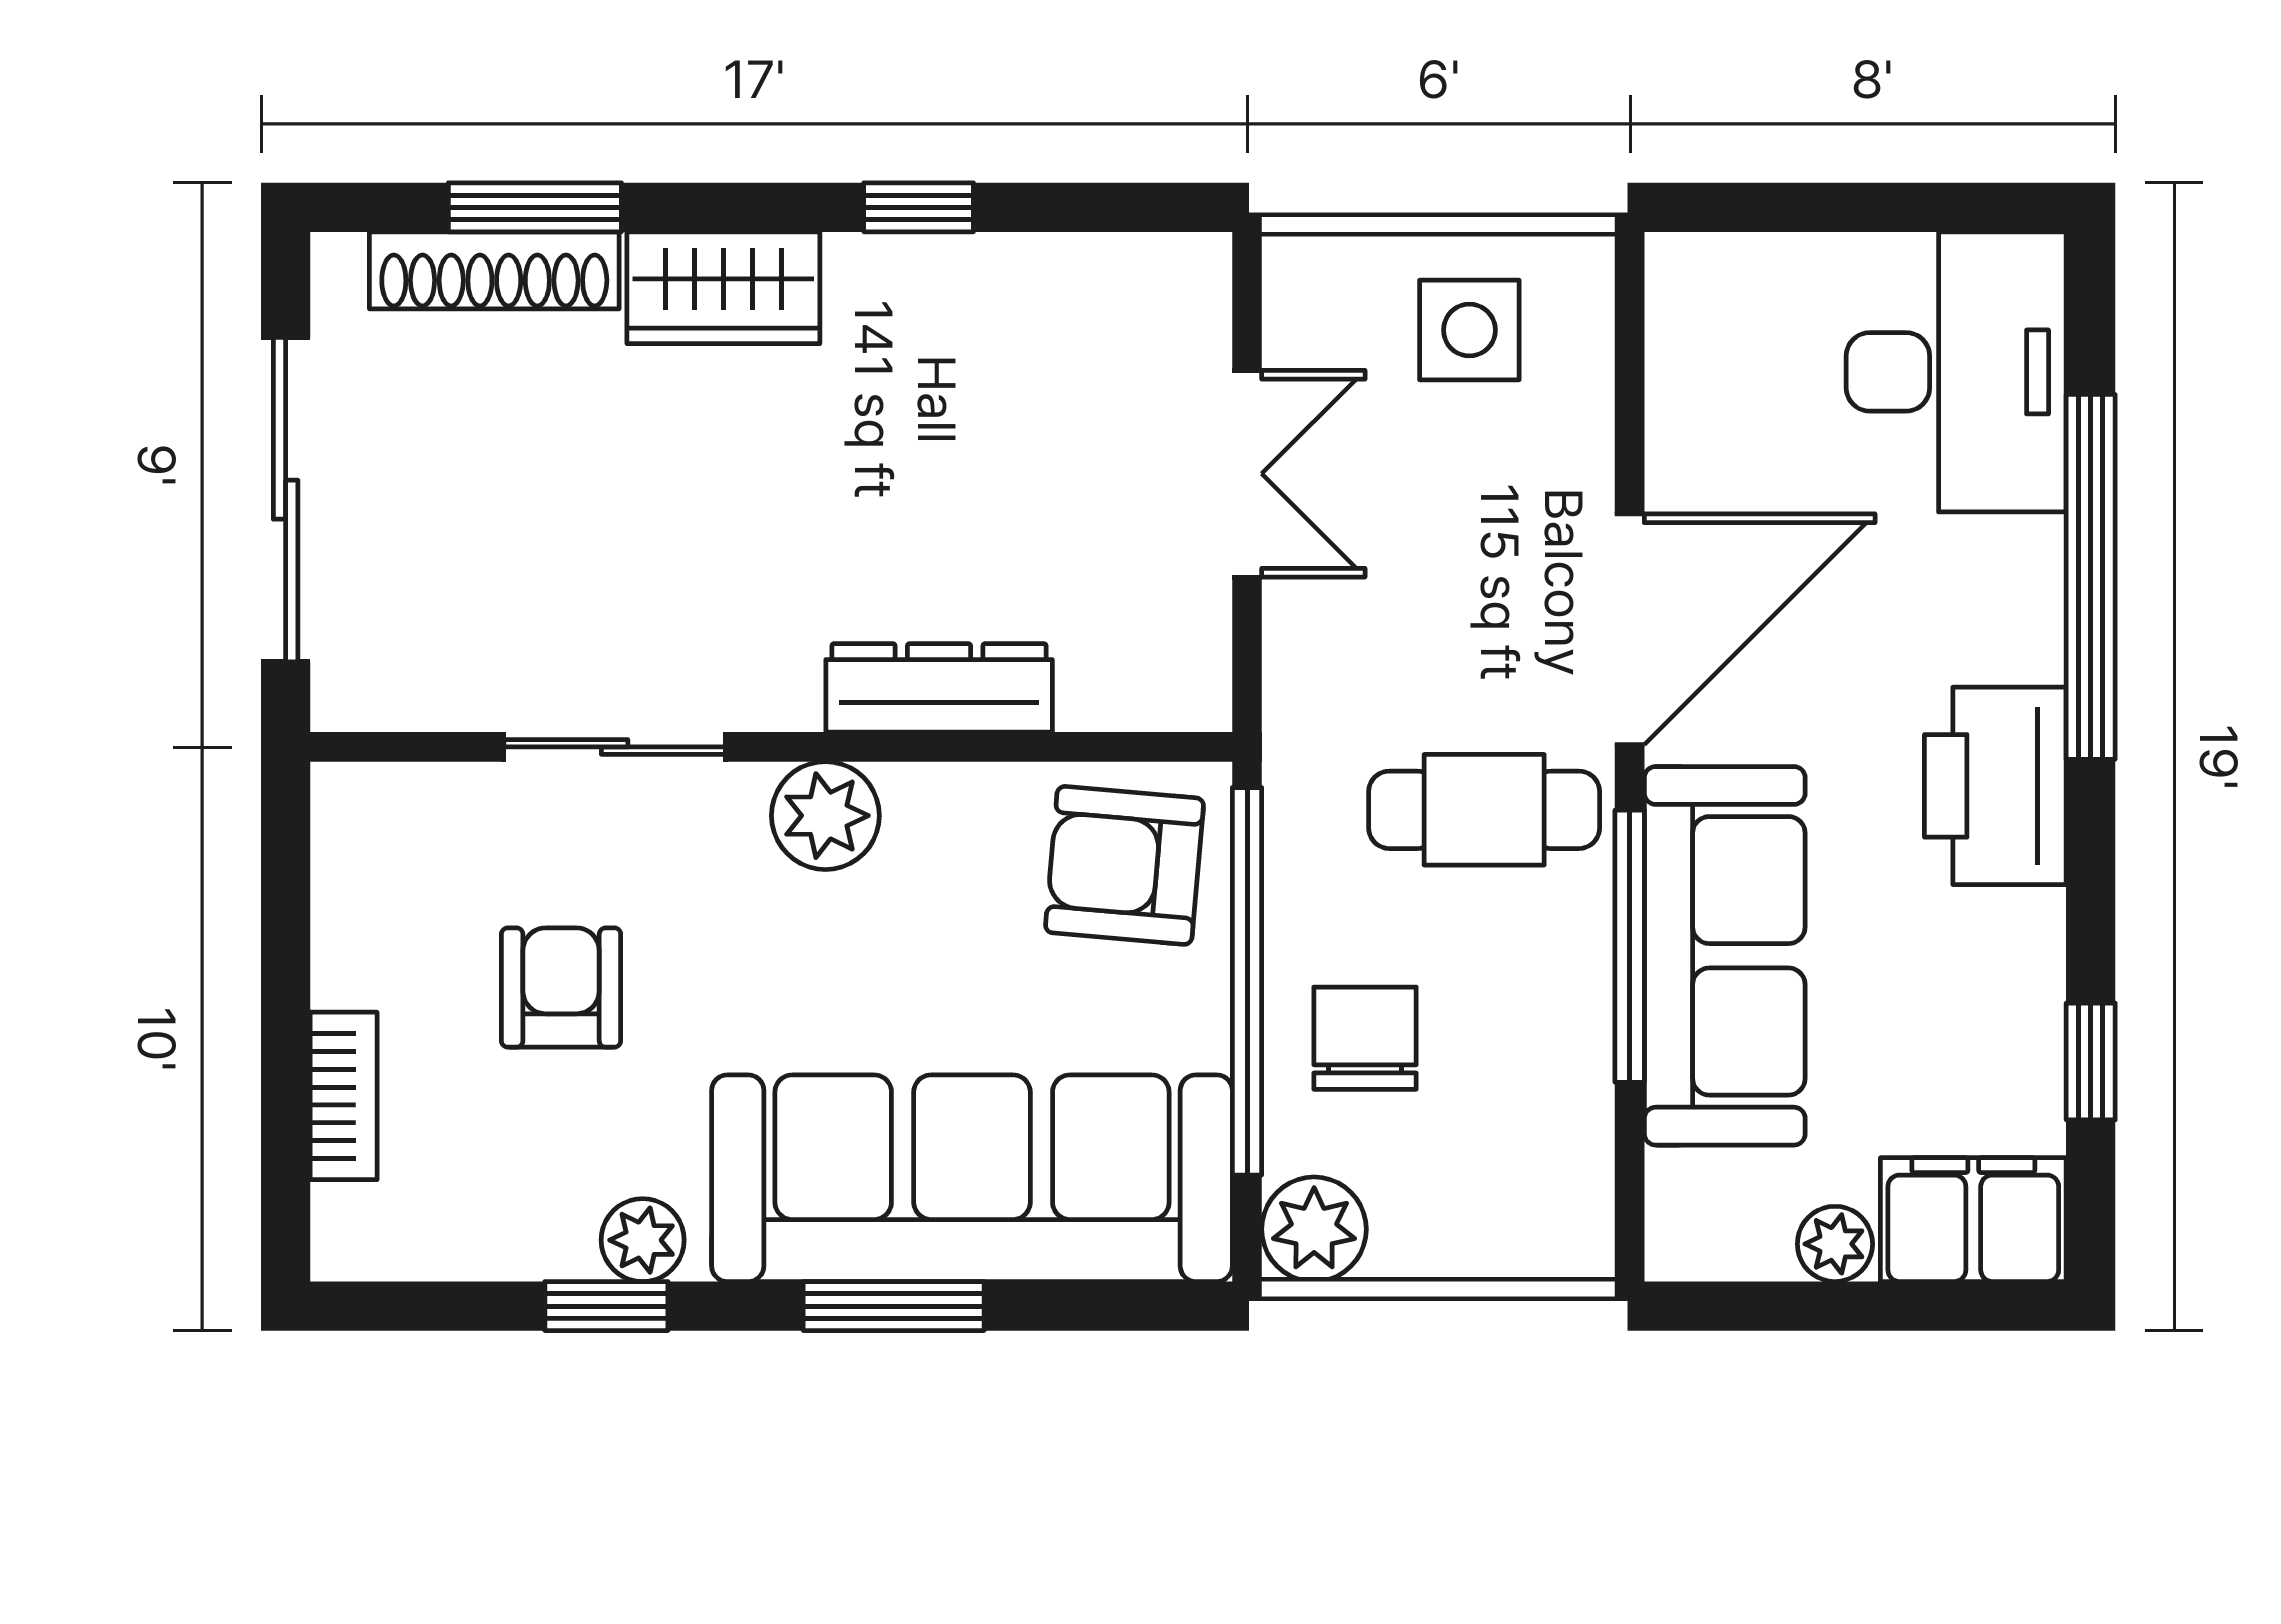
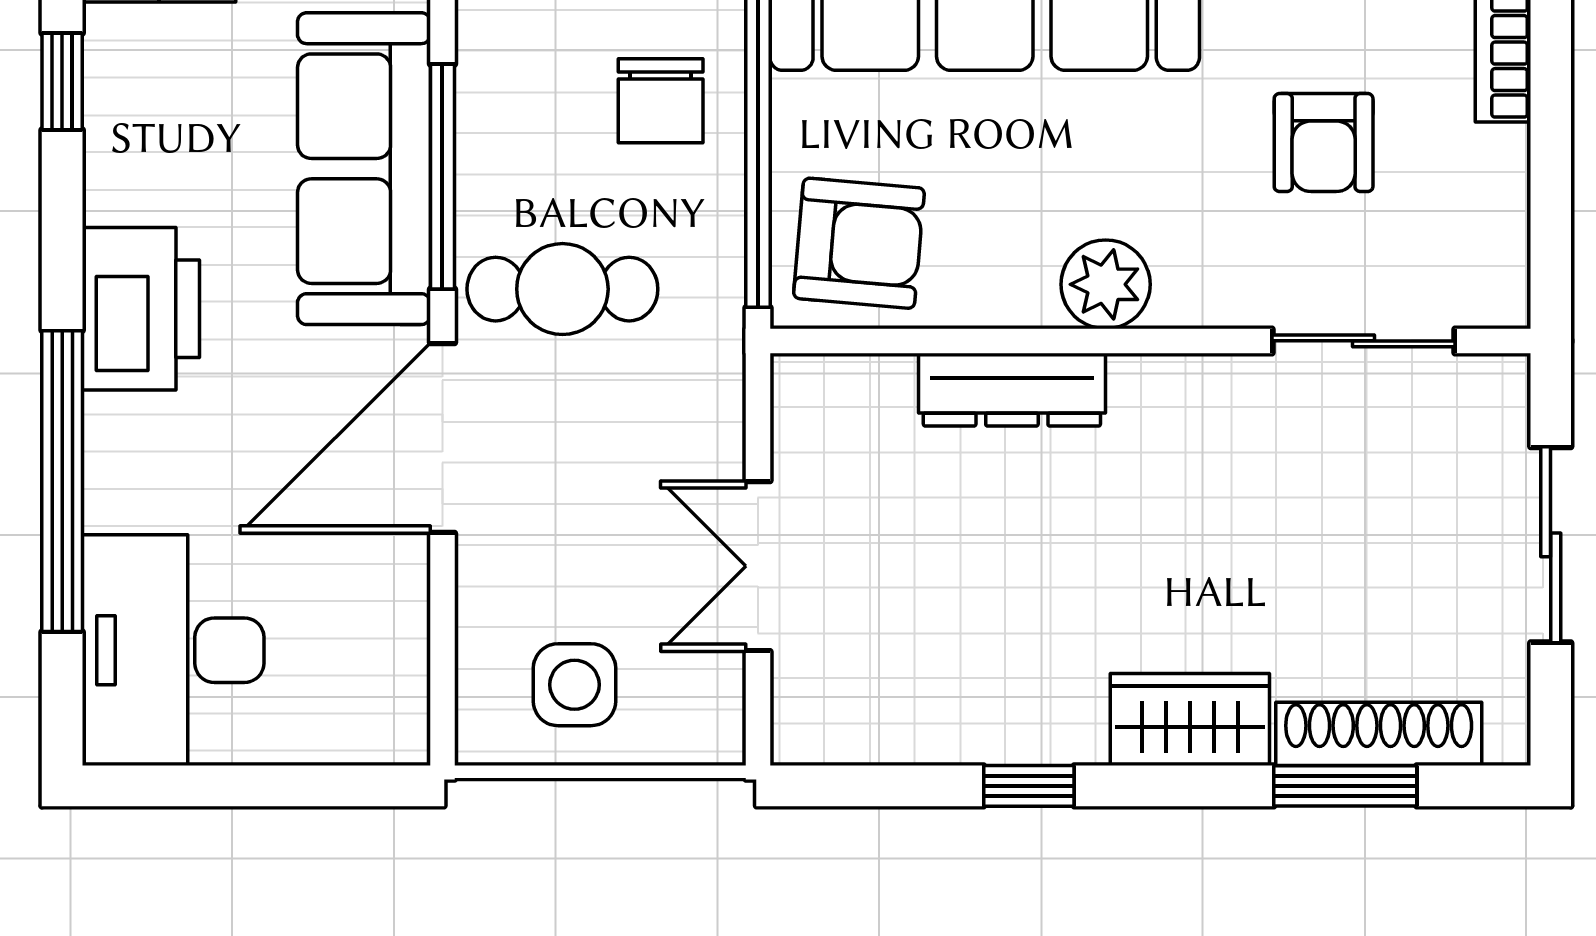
sliding door: (286, 500) -> (1551, 545), width x0.73
sliding door: (615, 747) -> (1363, 341), moved

